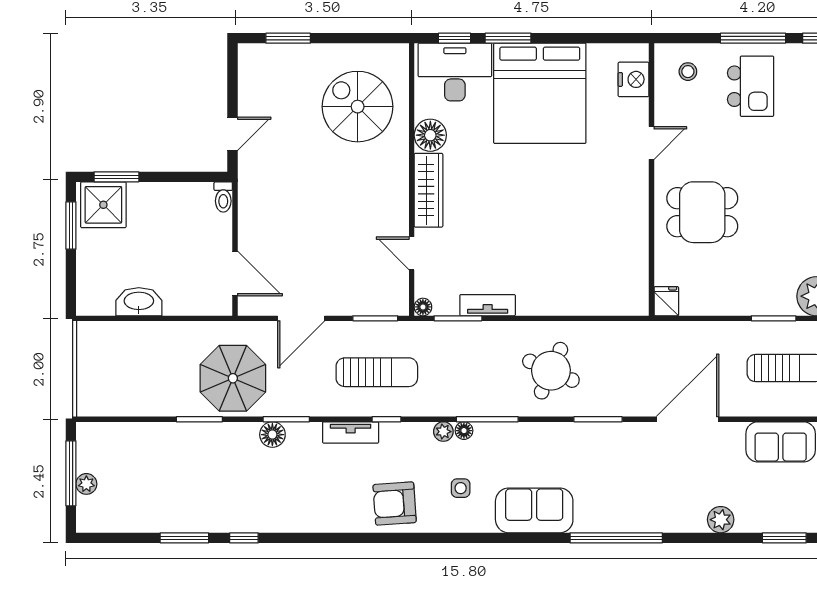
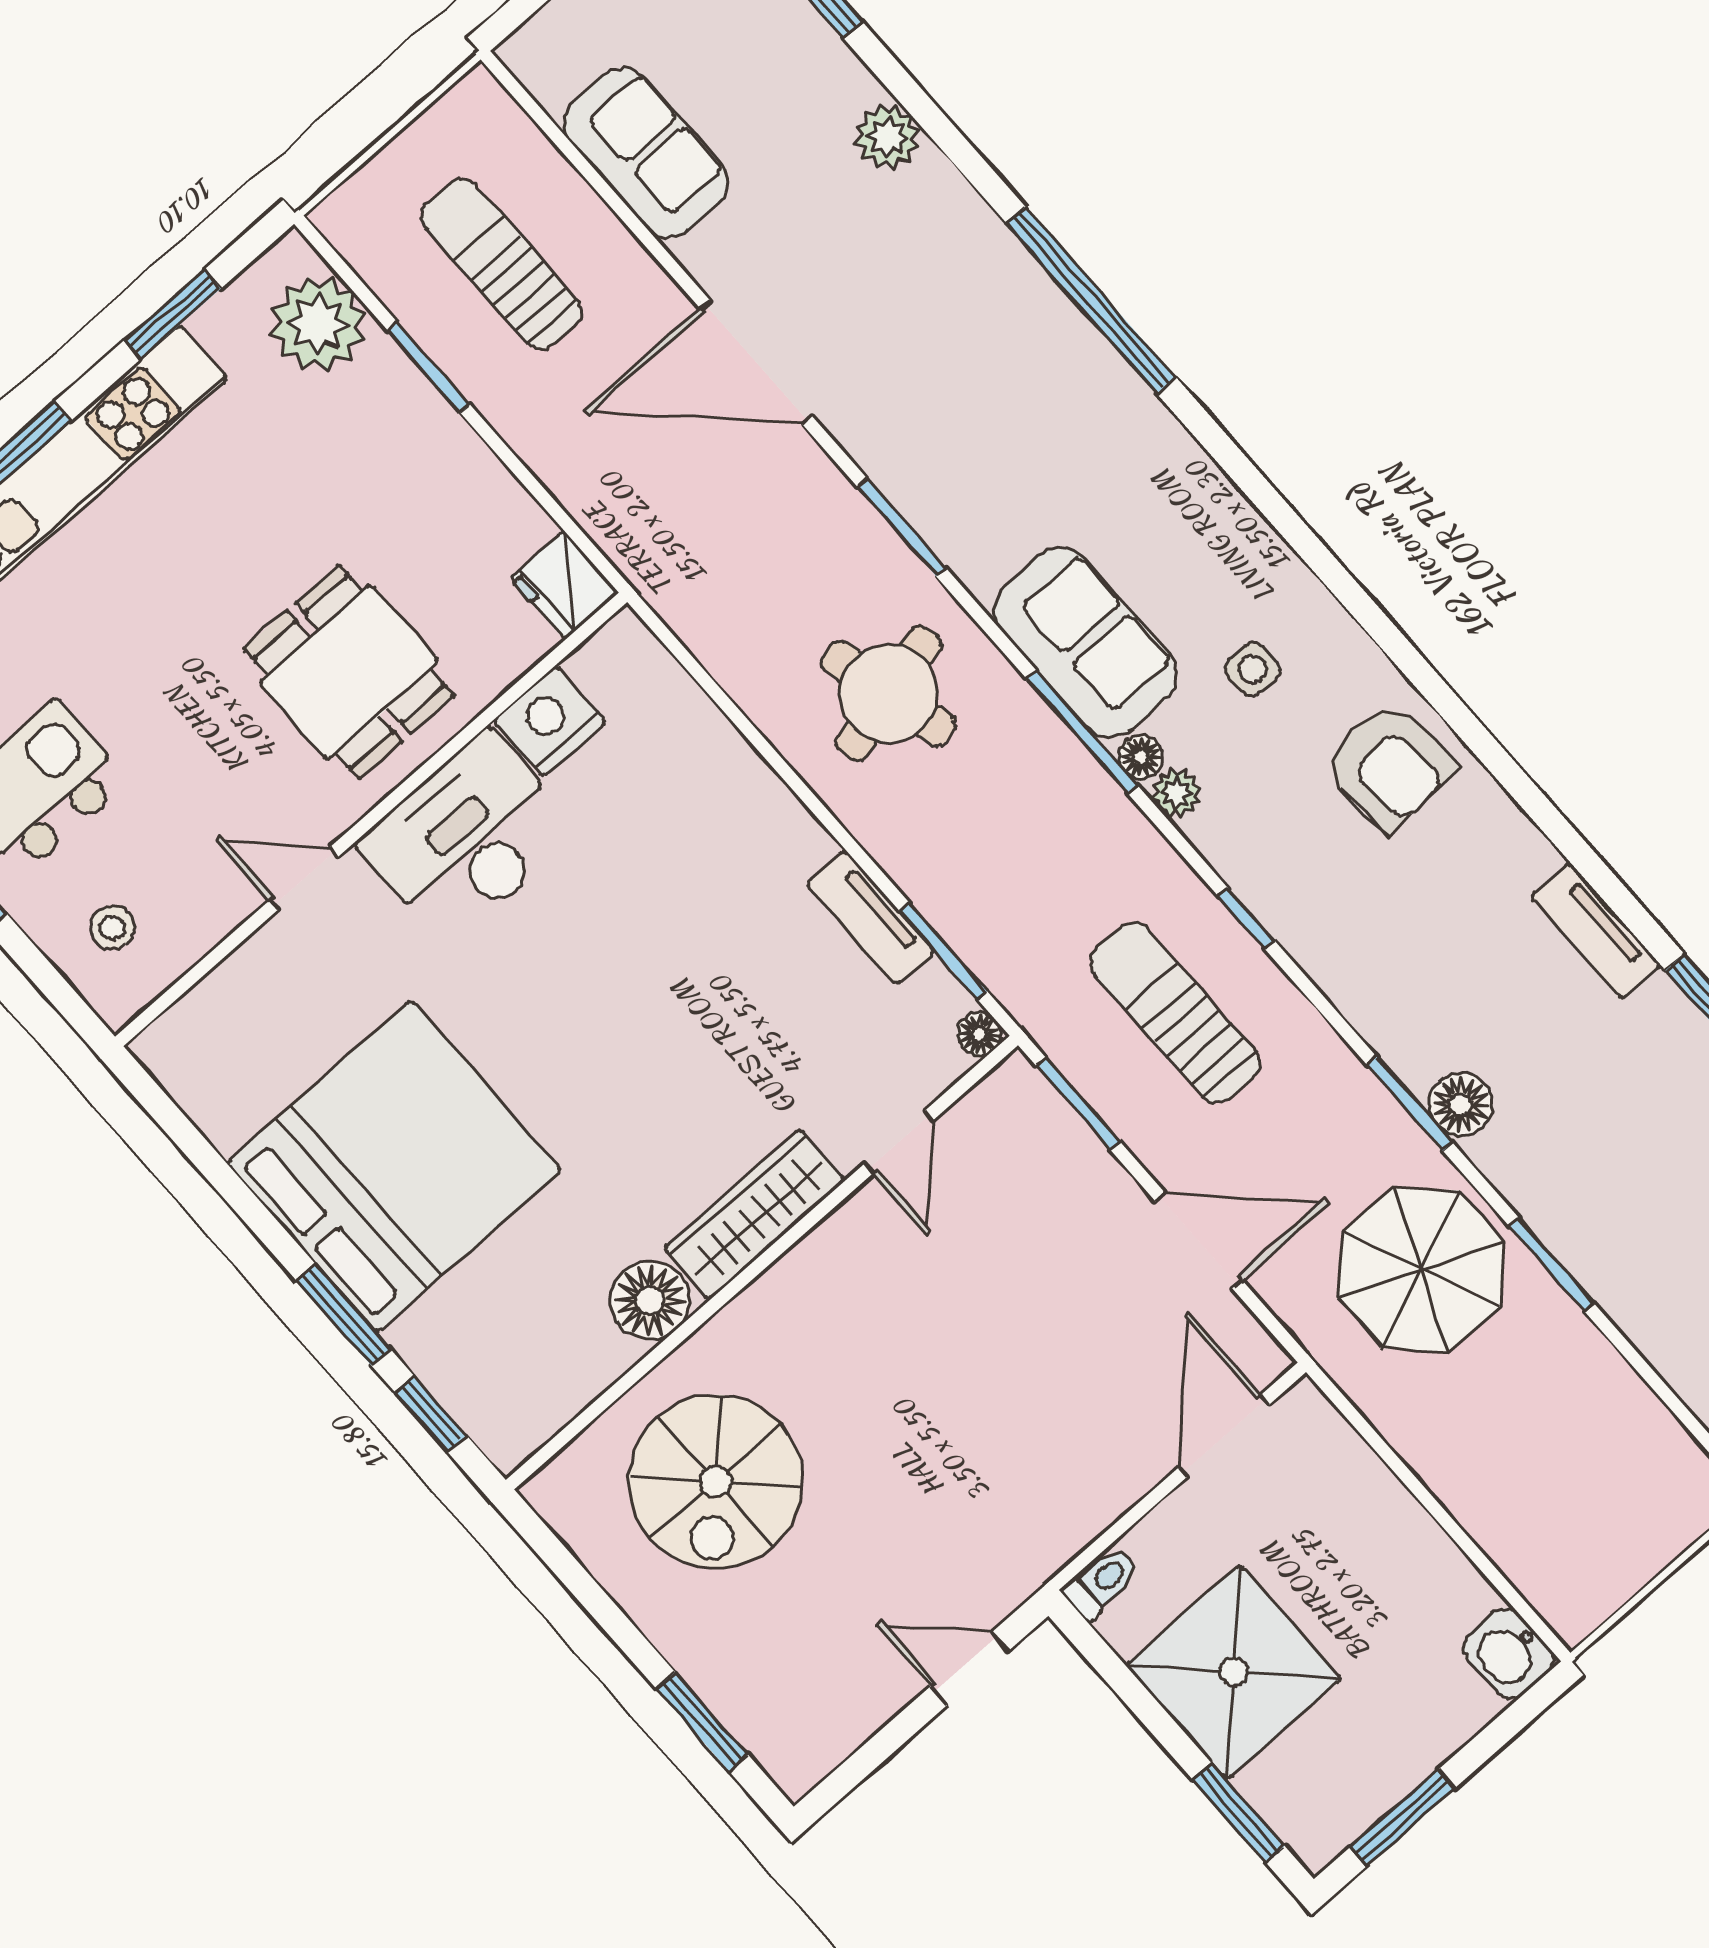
desk: (455, 72) -> (468, 837), moved, turned 90
nightstand: (634, 79) -> (549, 721), moved
shower: (103, 205) -> (1233, 1672), moved, width x1.37, depth x1.37
fridge: (666, 301) -> (564, 585), width x1.38
washbasin: (139, 302) -> (1508, 1653), moved, width x0.72
round table: (551, 371) -> (889, 693), turned -38
tv unit: (351, 432) -> (1596, 931), moved, turned 180
sofa: (534, 510) -> (1085, 643), moved, turned 180

